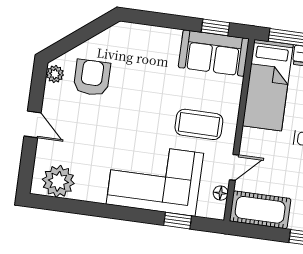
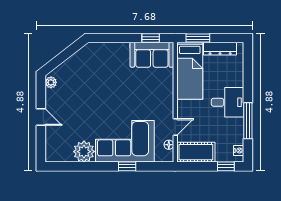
armchair: (92, 78) -> (75, 81), removed
coffee table: (199, 124) -> (149, 102), removed
plant: (58, 181) -> (84, 152), moved
window: (178, 221) -> (127, 166), moved

